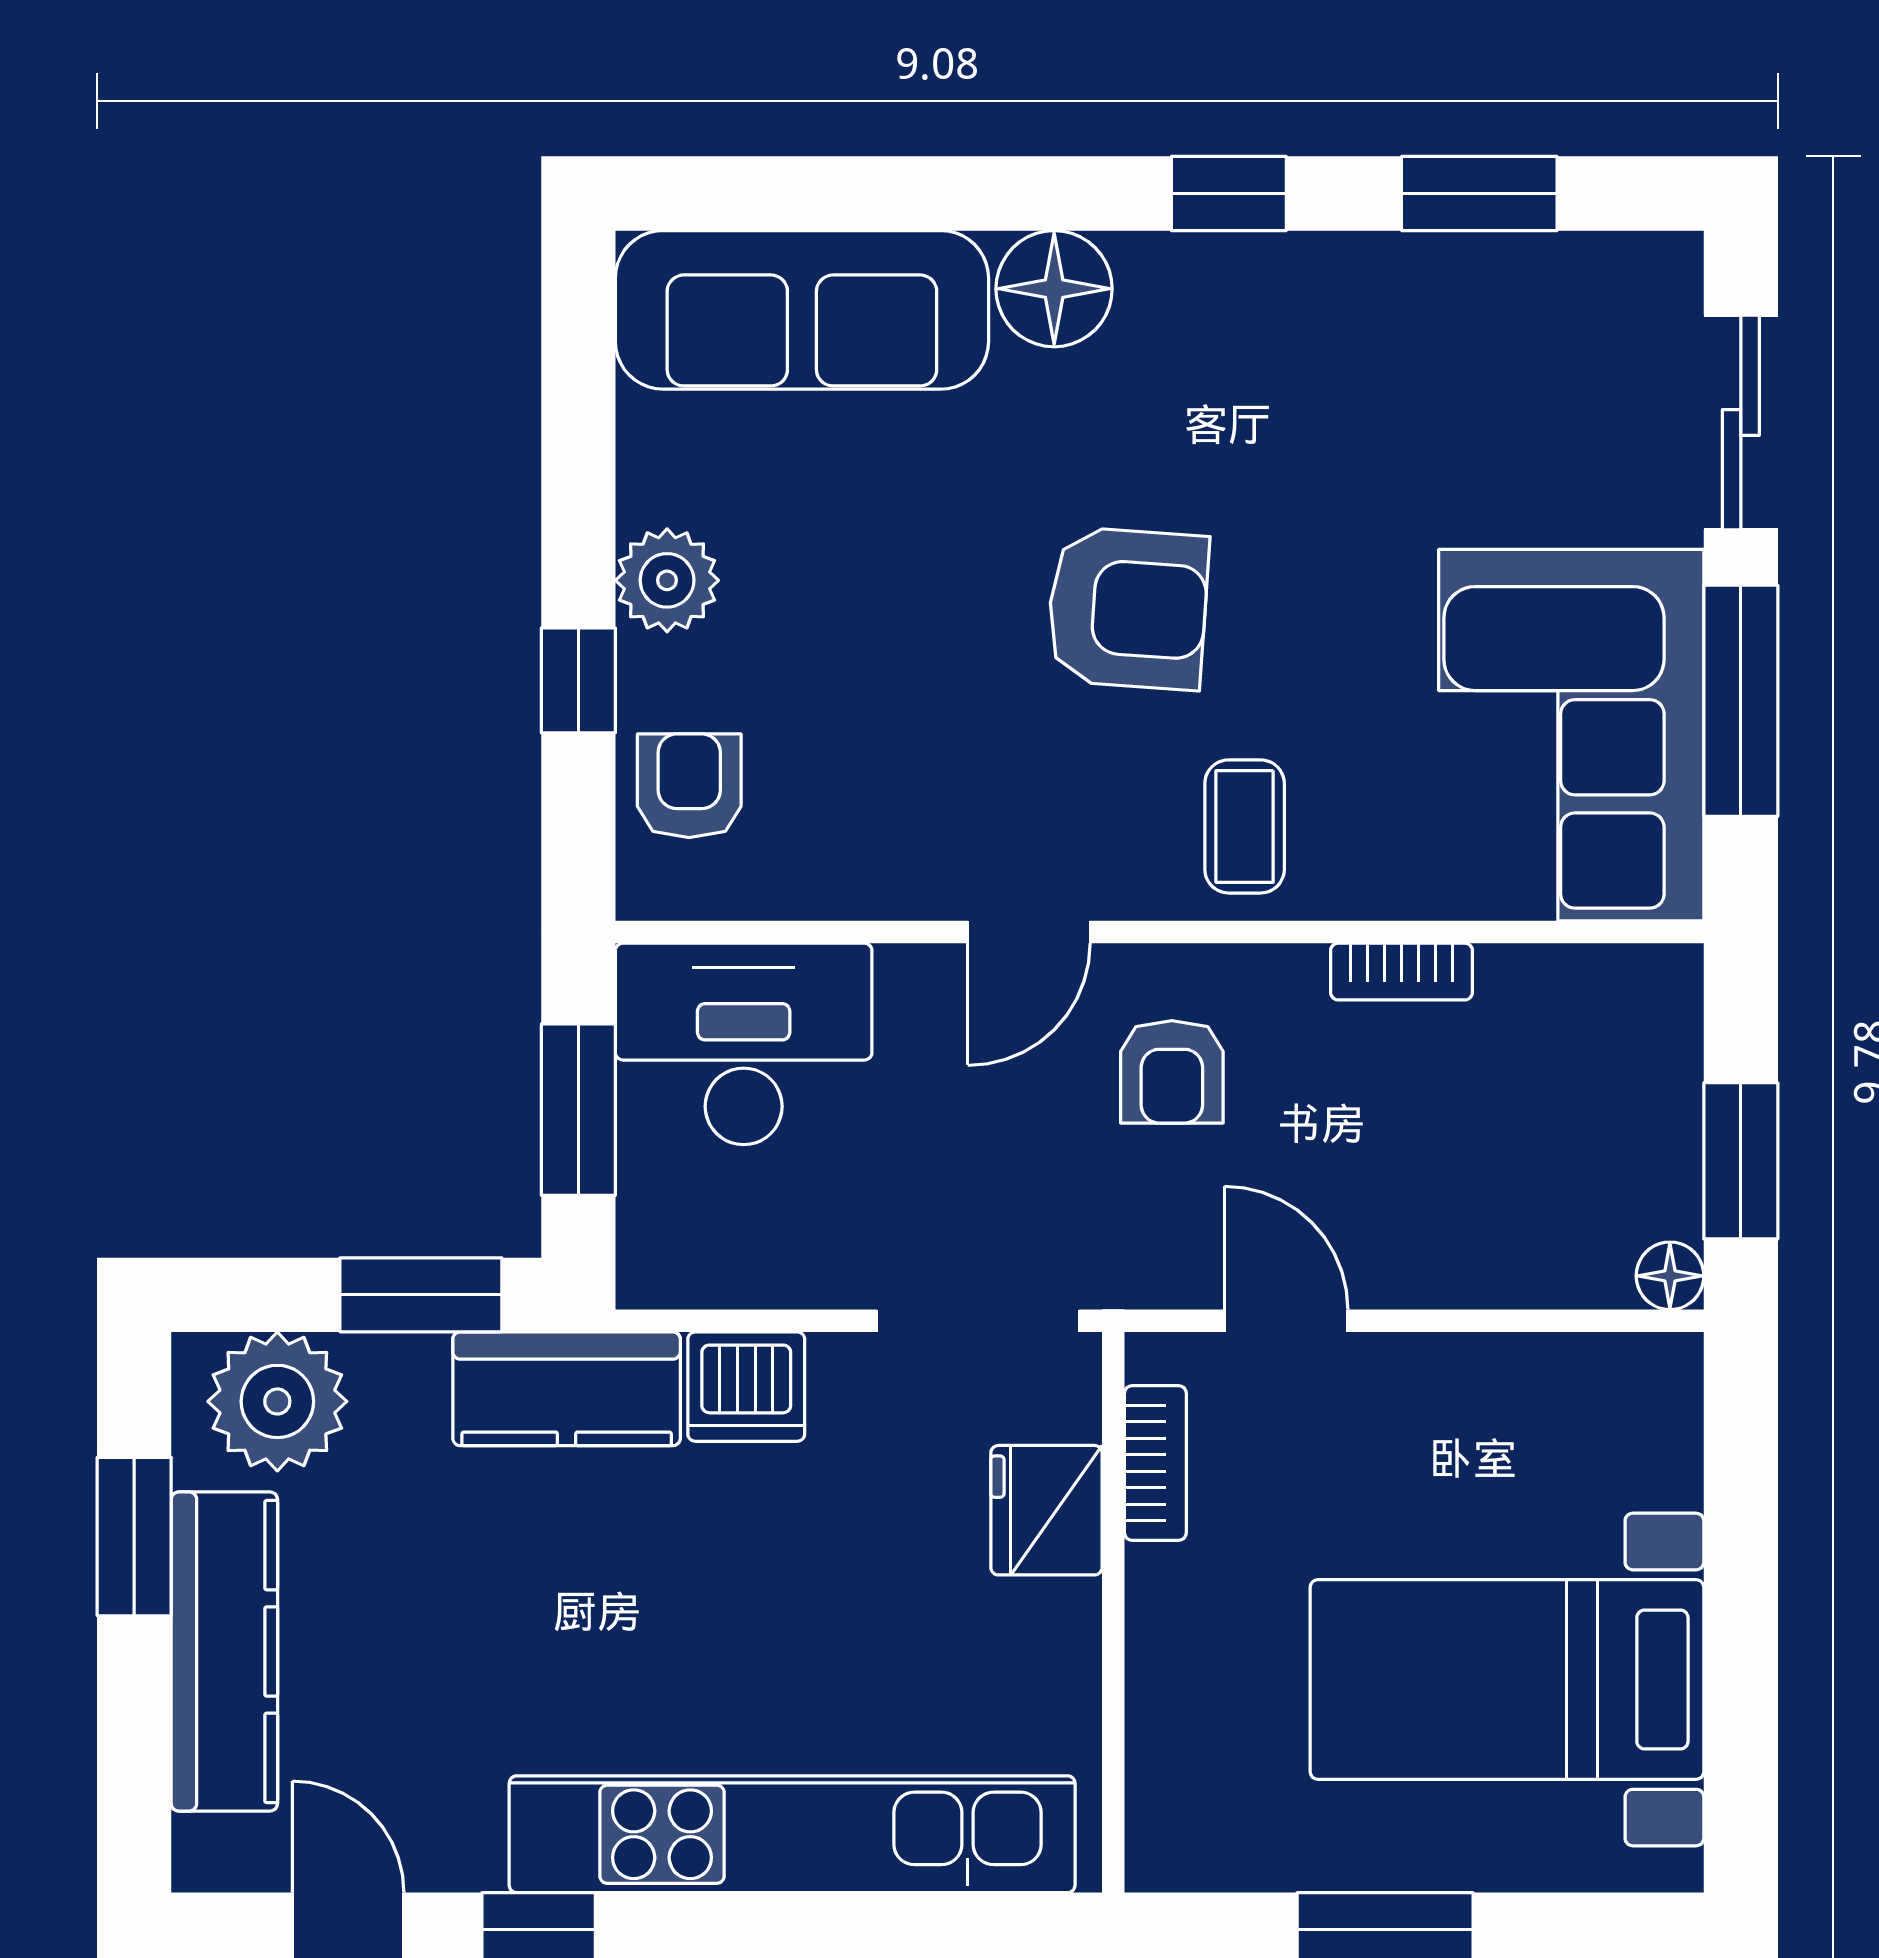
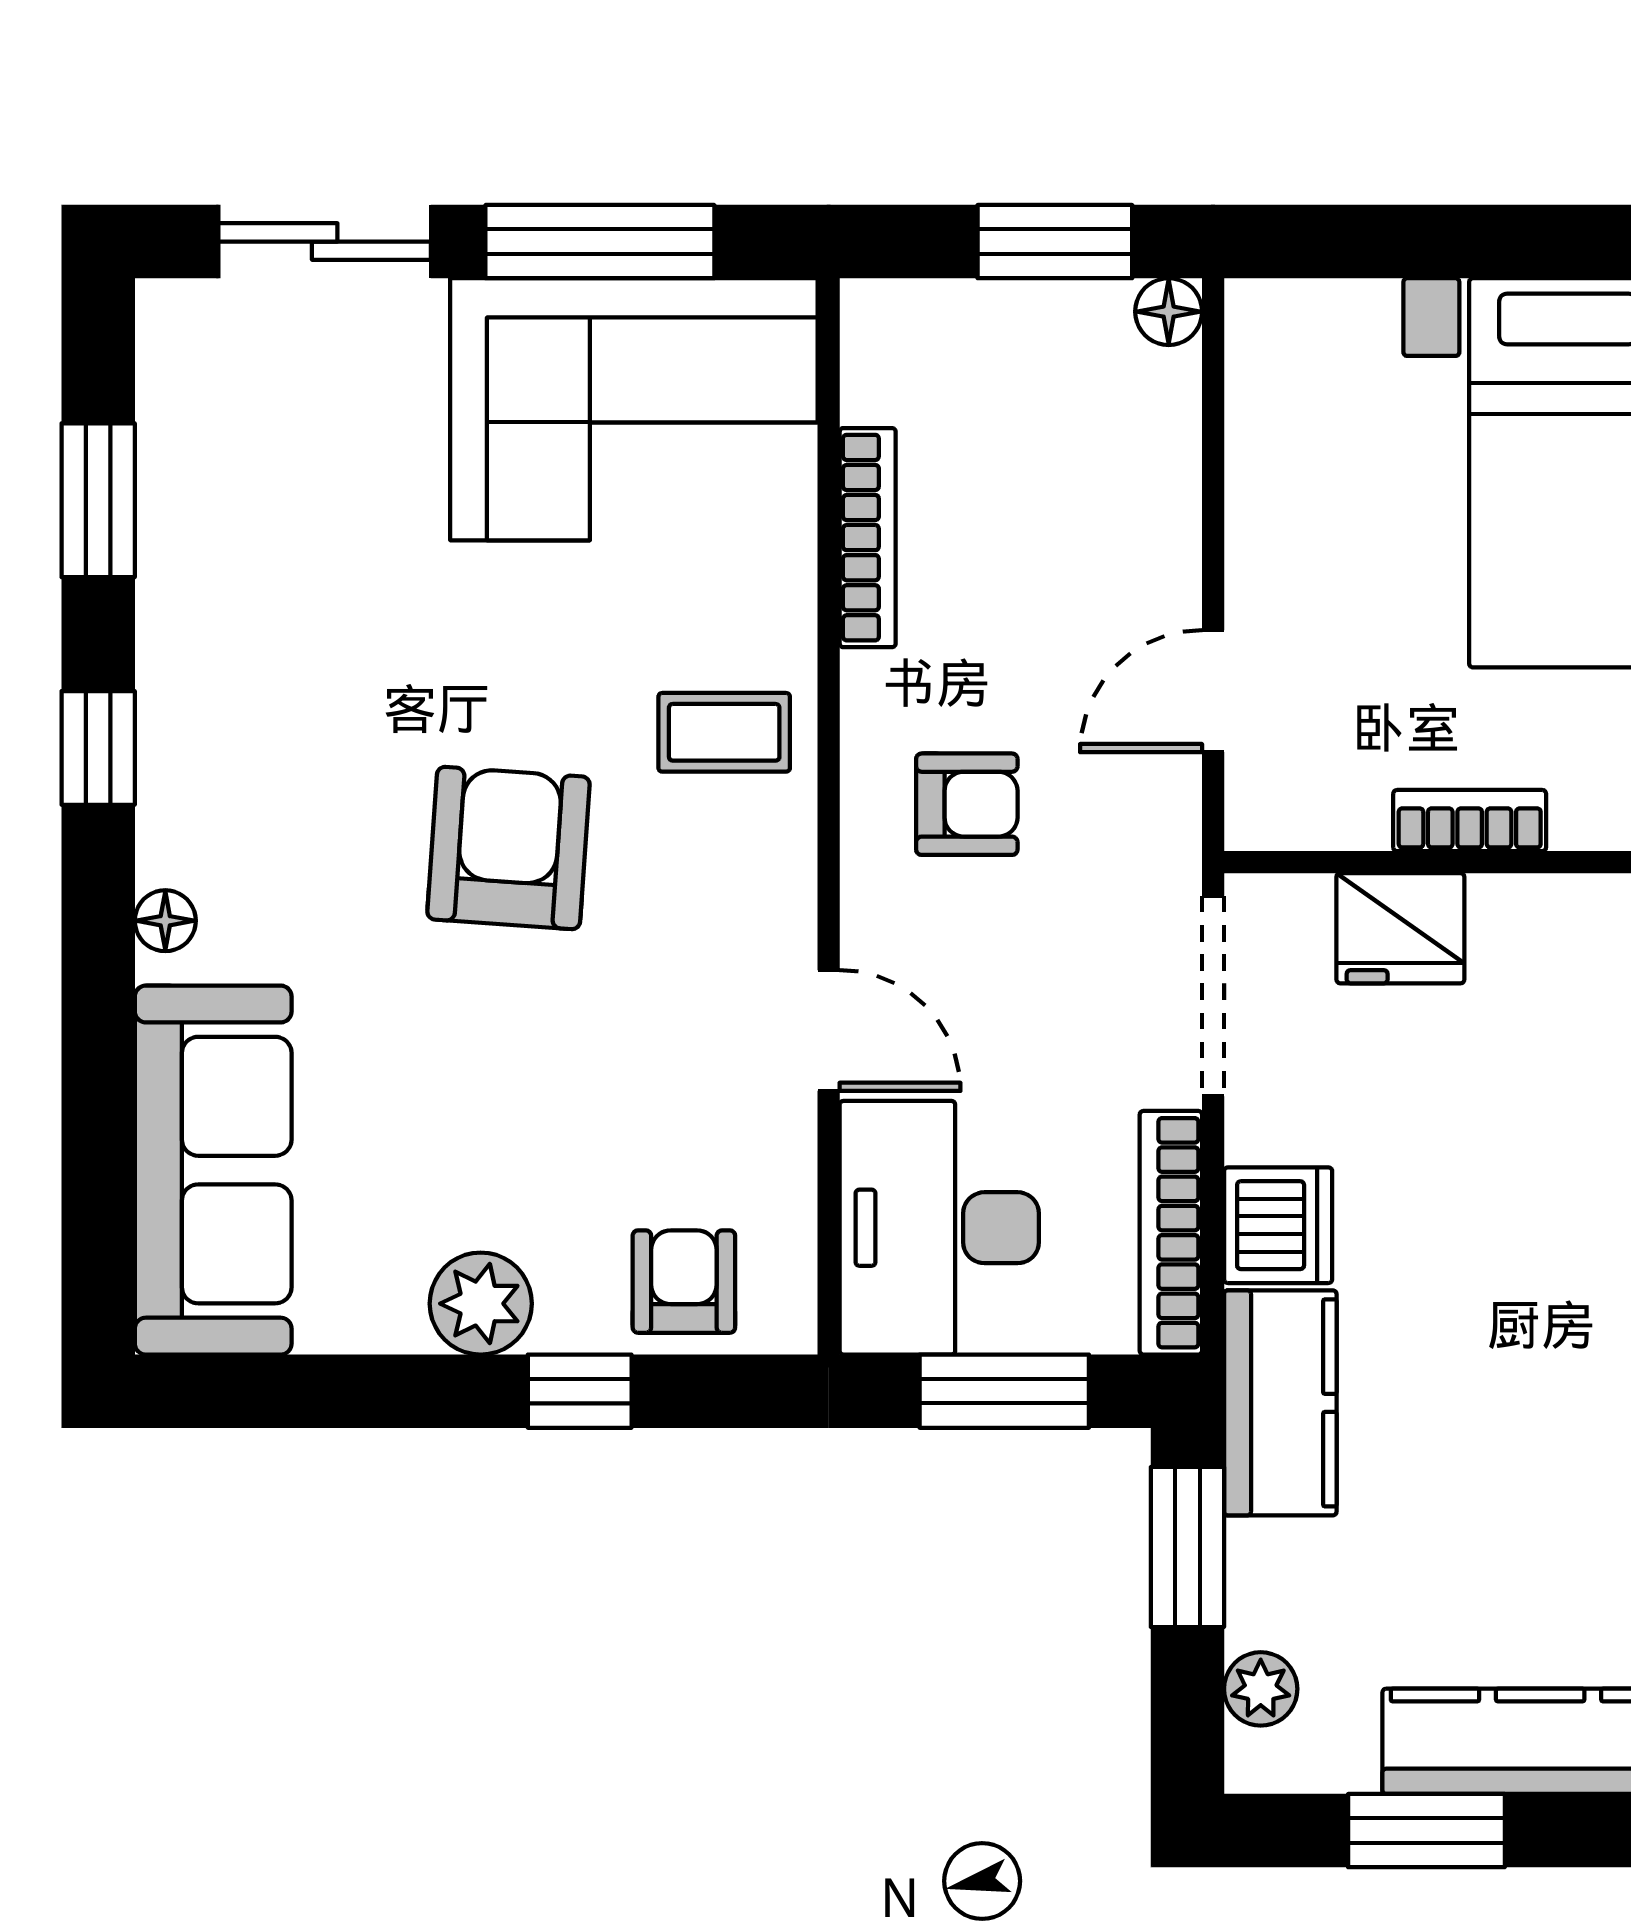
floor lamp: (1054, 289) -> (165, 921), width x0.53, depth x0.53
armchair: (689, 786) -> (684, 1282), turned 90
door: (1029, 932) -> (829, 1030), moved
bookcase: (1402, 972) -> (868, 538), width x1.56
bookcase: (739, 1278) -> (1171, 1233), added
plant: (277, 1401) -> (1261, 1689), width x0.53, depth x0.53
bookcase: (1155, 1463) -> (1470, 821), moved

